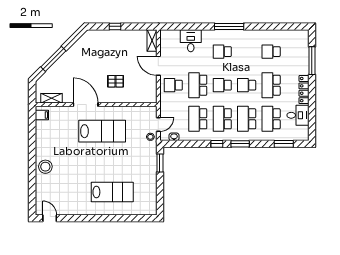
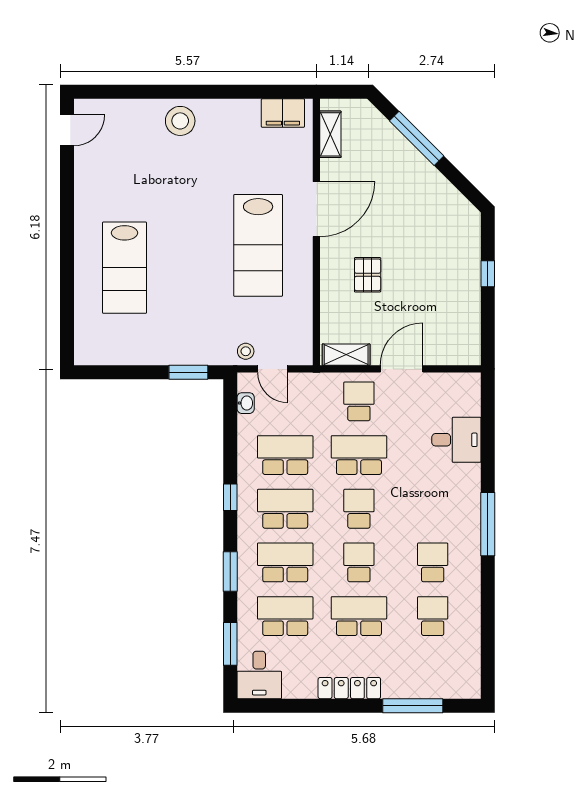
shelving: (152, 41) -> (346, 355), moved
school desk: (222, 52) -> (433, 562), moved
filing cabinet: (42, 115) -> (283, 113), width x2.00
desk: (298, 115) -> (259, 675), moved
window: (240, 144) -> (230, 571), moved

